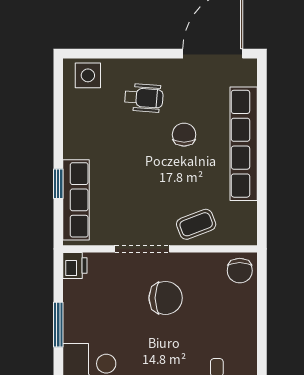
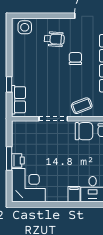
row of seats: (76, 200) -> (18, 100), width x0.68
printer: (75, 266) -> (18, 160), moved
chair: (166, 298) -> (84, 131), moved

